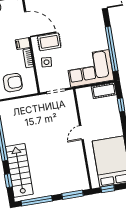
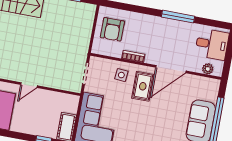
filing cabinet: (23, 44) -> (152, 56), removed
door: (81, 133) -> (29, 85), swing flipped

